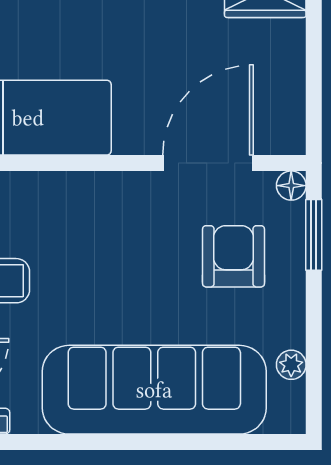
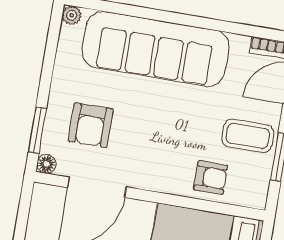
armchair: (37, 207) -> (211, 178), added
plant: (291, 365) -> (72, 15), moved

